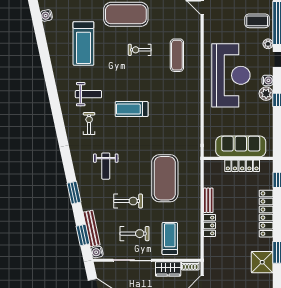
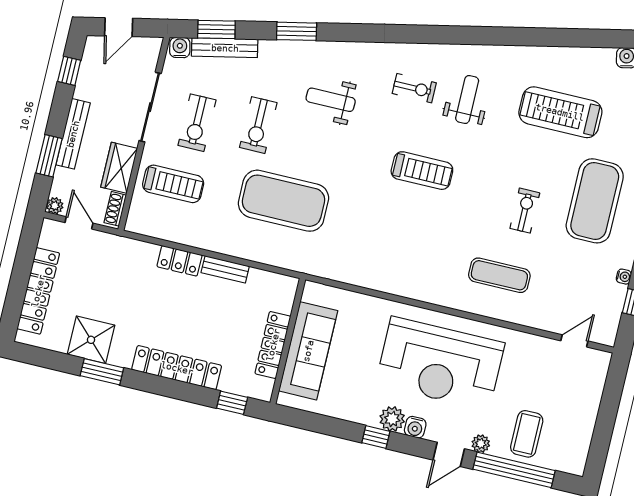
weight bench: (88, 94) -> (467, 99), turned 180
treadmill: (132, 109) -> (422, 171), turned 90

